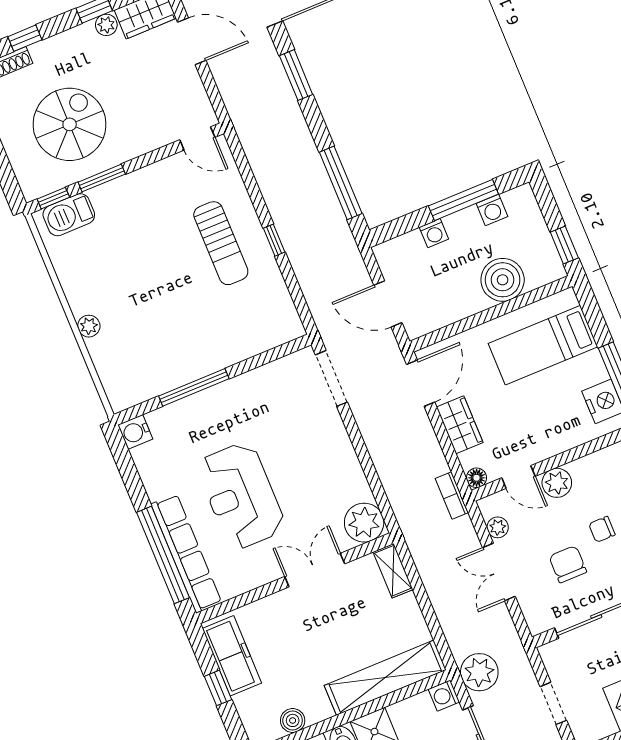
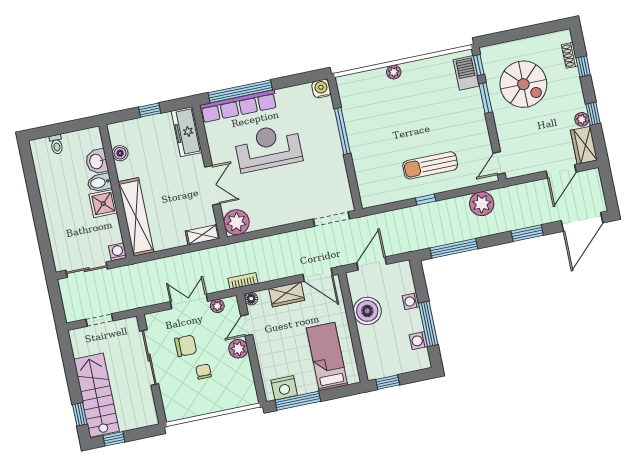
boiler: (503, 280) -> (367, 311), moved
freezer: (232, 656) -> (187, 132), moved, turned 90
plant: (479, 672) -> (482, 204), moved

